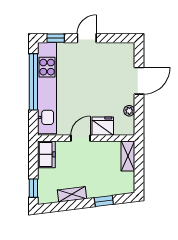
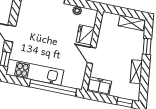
window: (33, 82) -> (53, 88), moved
kitchen unit: (47, 88) -> (35, 72), width x0.73
shelving: (128, 156) -> (132, 23), moved

